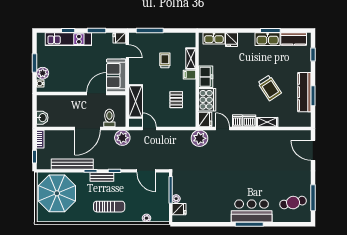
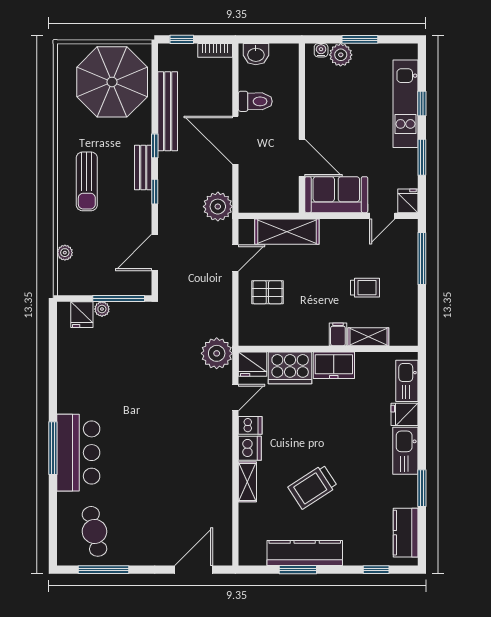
kitchen sink: (268, 39) -> (405, 451), moved
pallet: (176, 100) -> (267, 292), moved
toilet: (109, 118) -> (255, 101), moved

